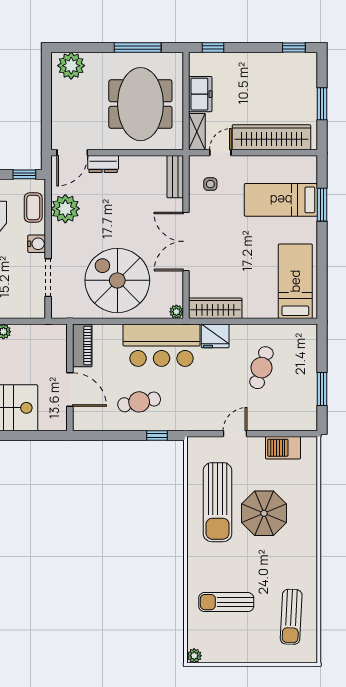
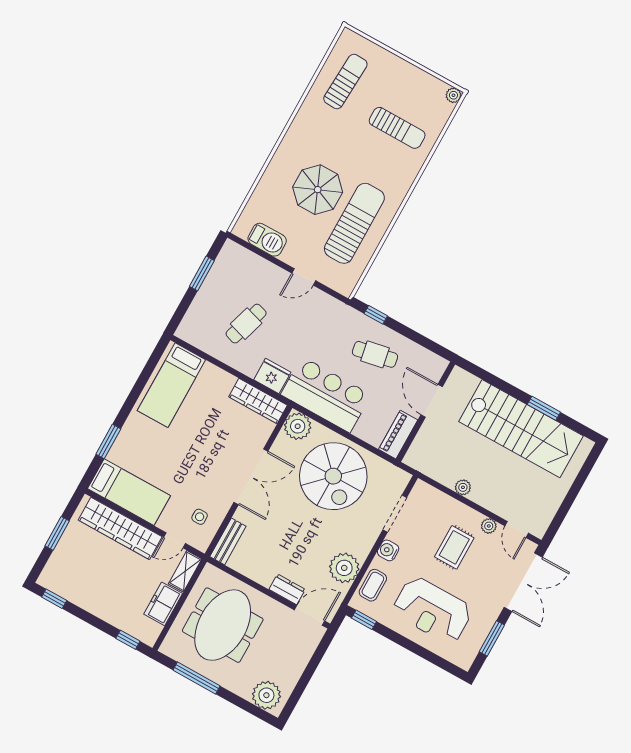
bed: (281, 200) -> (129, 492), moved
plant: (176, 312) -> (298, 426), width x1.88, depth x1.88

